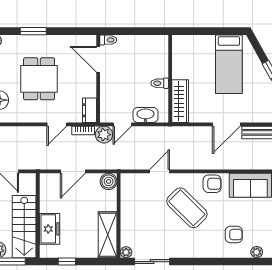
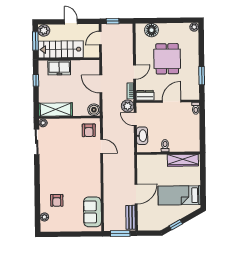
window: (33, 31) -> (202, 76), moved
door: (98, 59) -> (172, 101), moved
dining table: (39, 79) -> (167, 59), turned 90
wardrobe: (180, 101) -> (183, 160), moved
door: (57, 124) -> (135, 72), swing flipped
door: (226, 124) -> (136, 194), swing flipped
armchair: (212, 184) -> (89, 130), moved
coffee table: (187, 208) -> (76, 166), removed

